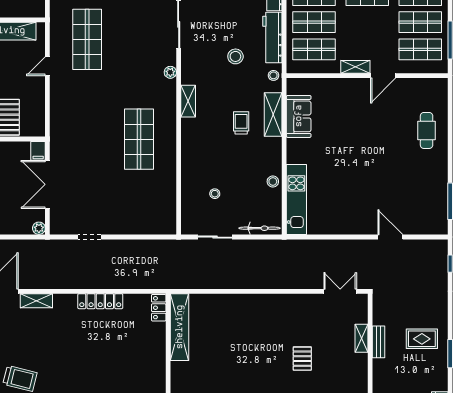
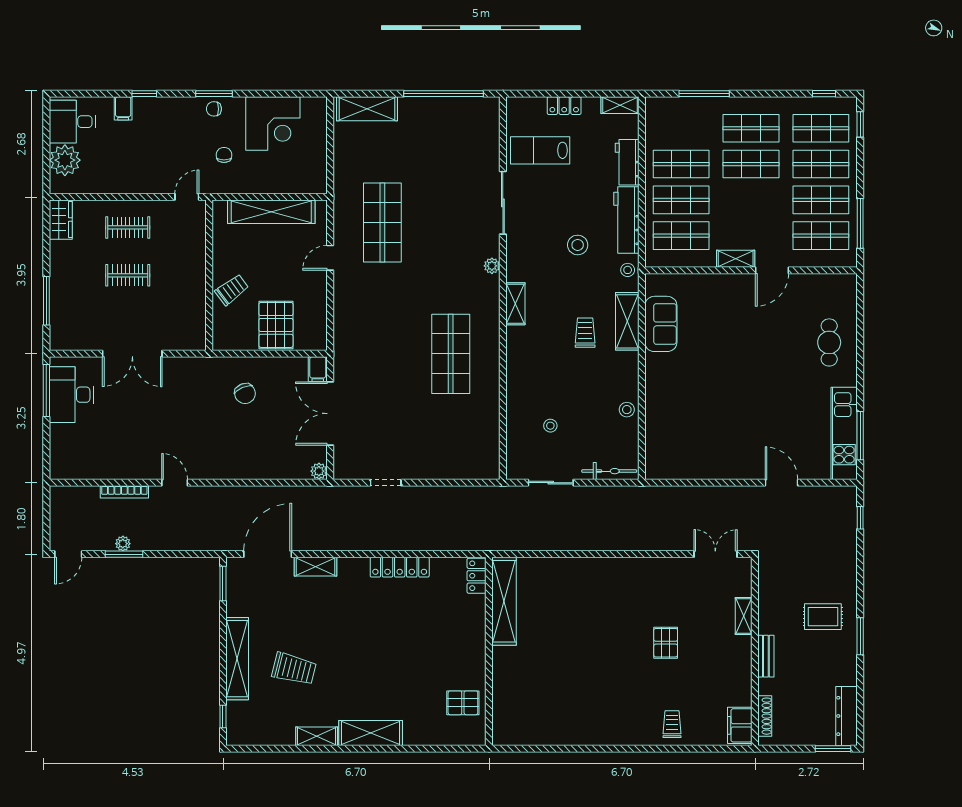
kitchen unit: (296, 200) -> (844, 433), moved, turned 180
bench: (379, 342) -> (766, 656), moved

